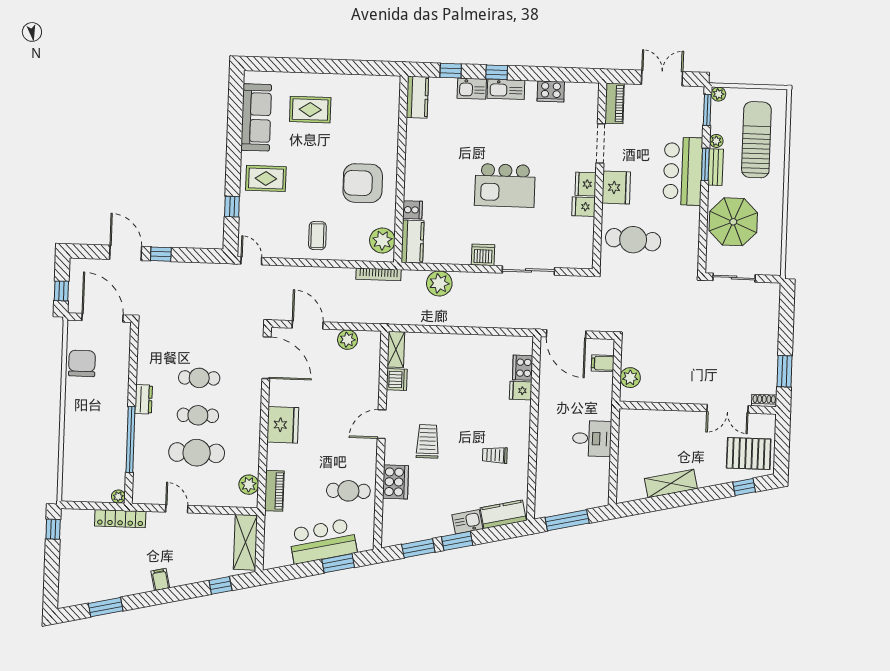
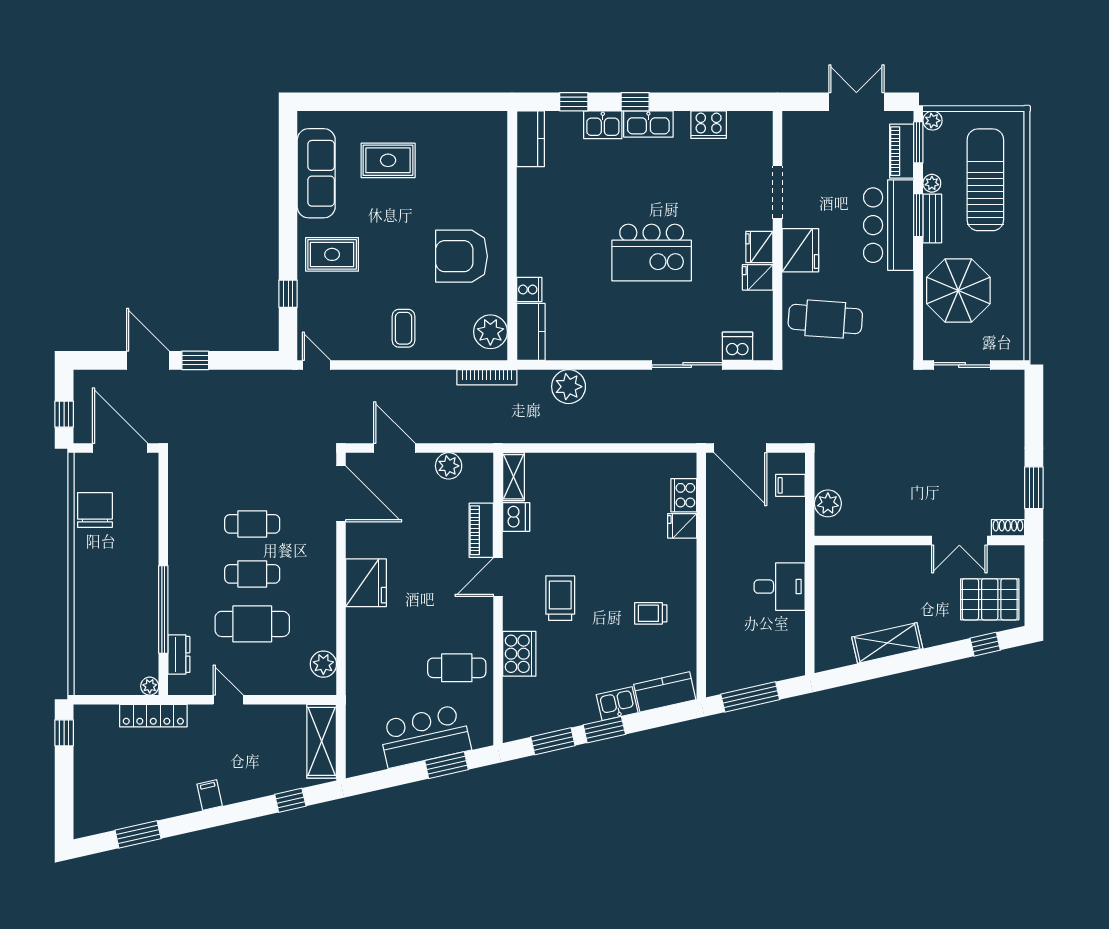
piano: (615, 103) -> (902, 151), moved, turned 180
dishwasher: (483, 255) -> (738, 346), moved
dresser: (144, 399) -> (179, 654), moved
piano: (274, 491) -> (481, 530), moved, turned 180

